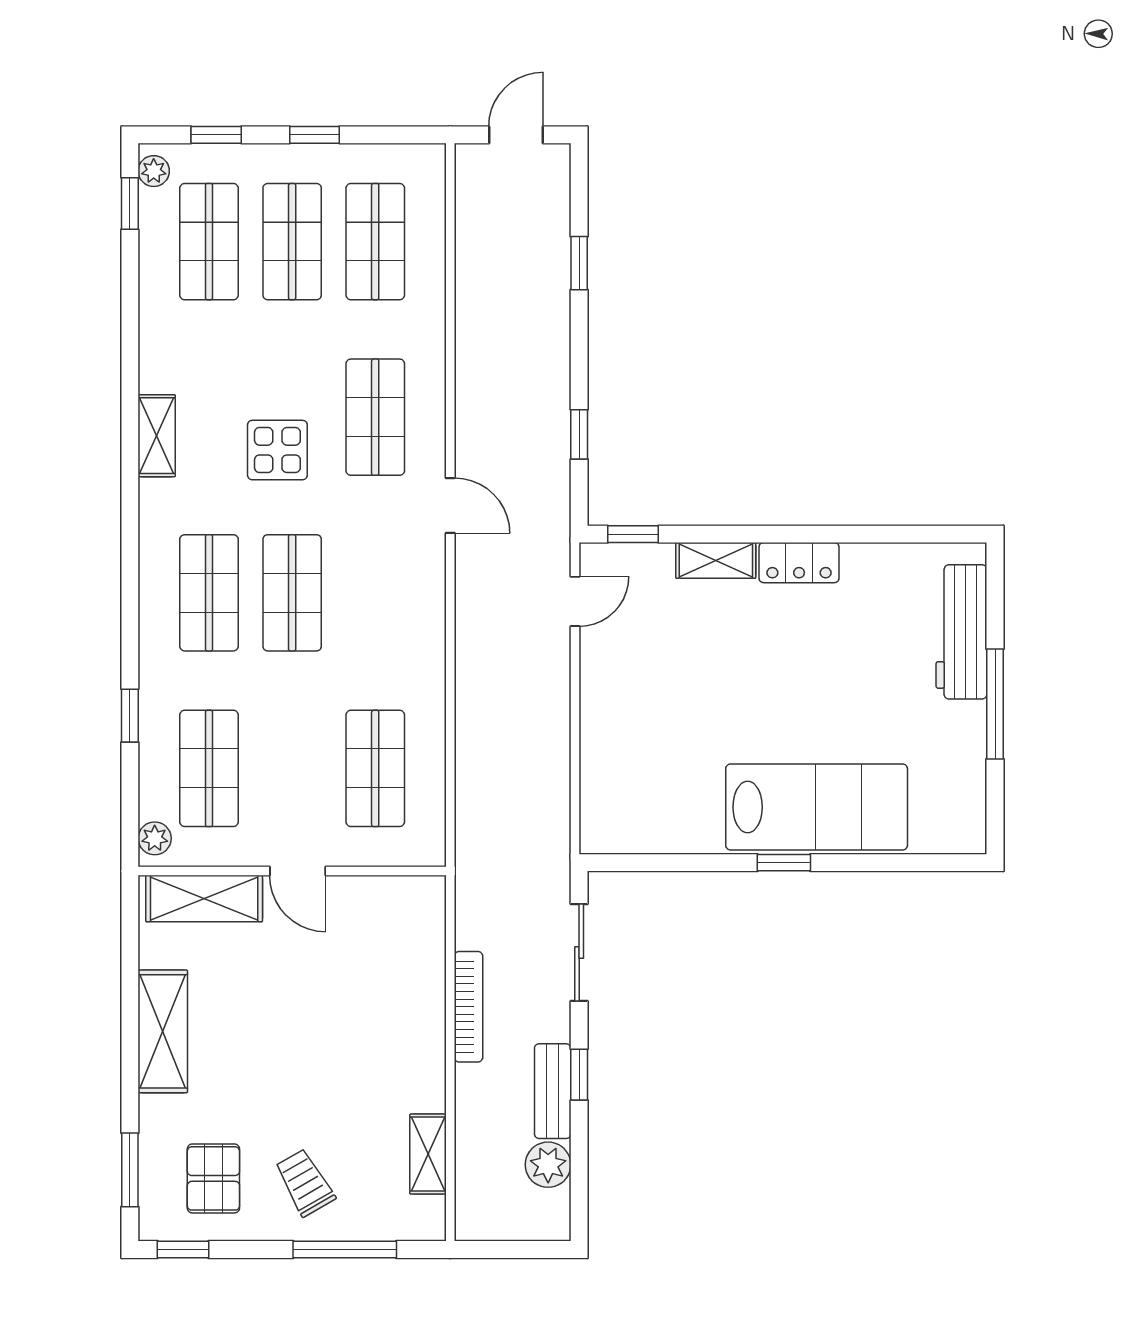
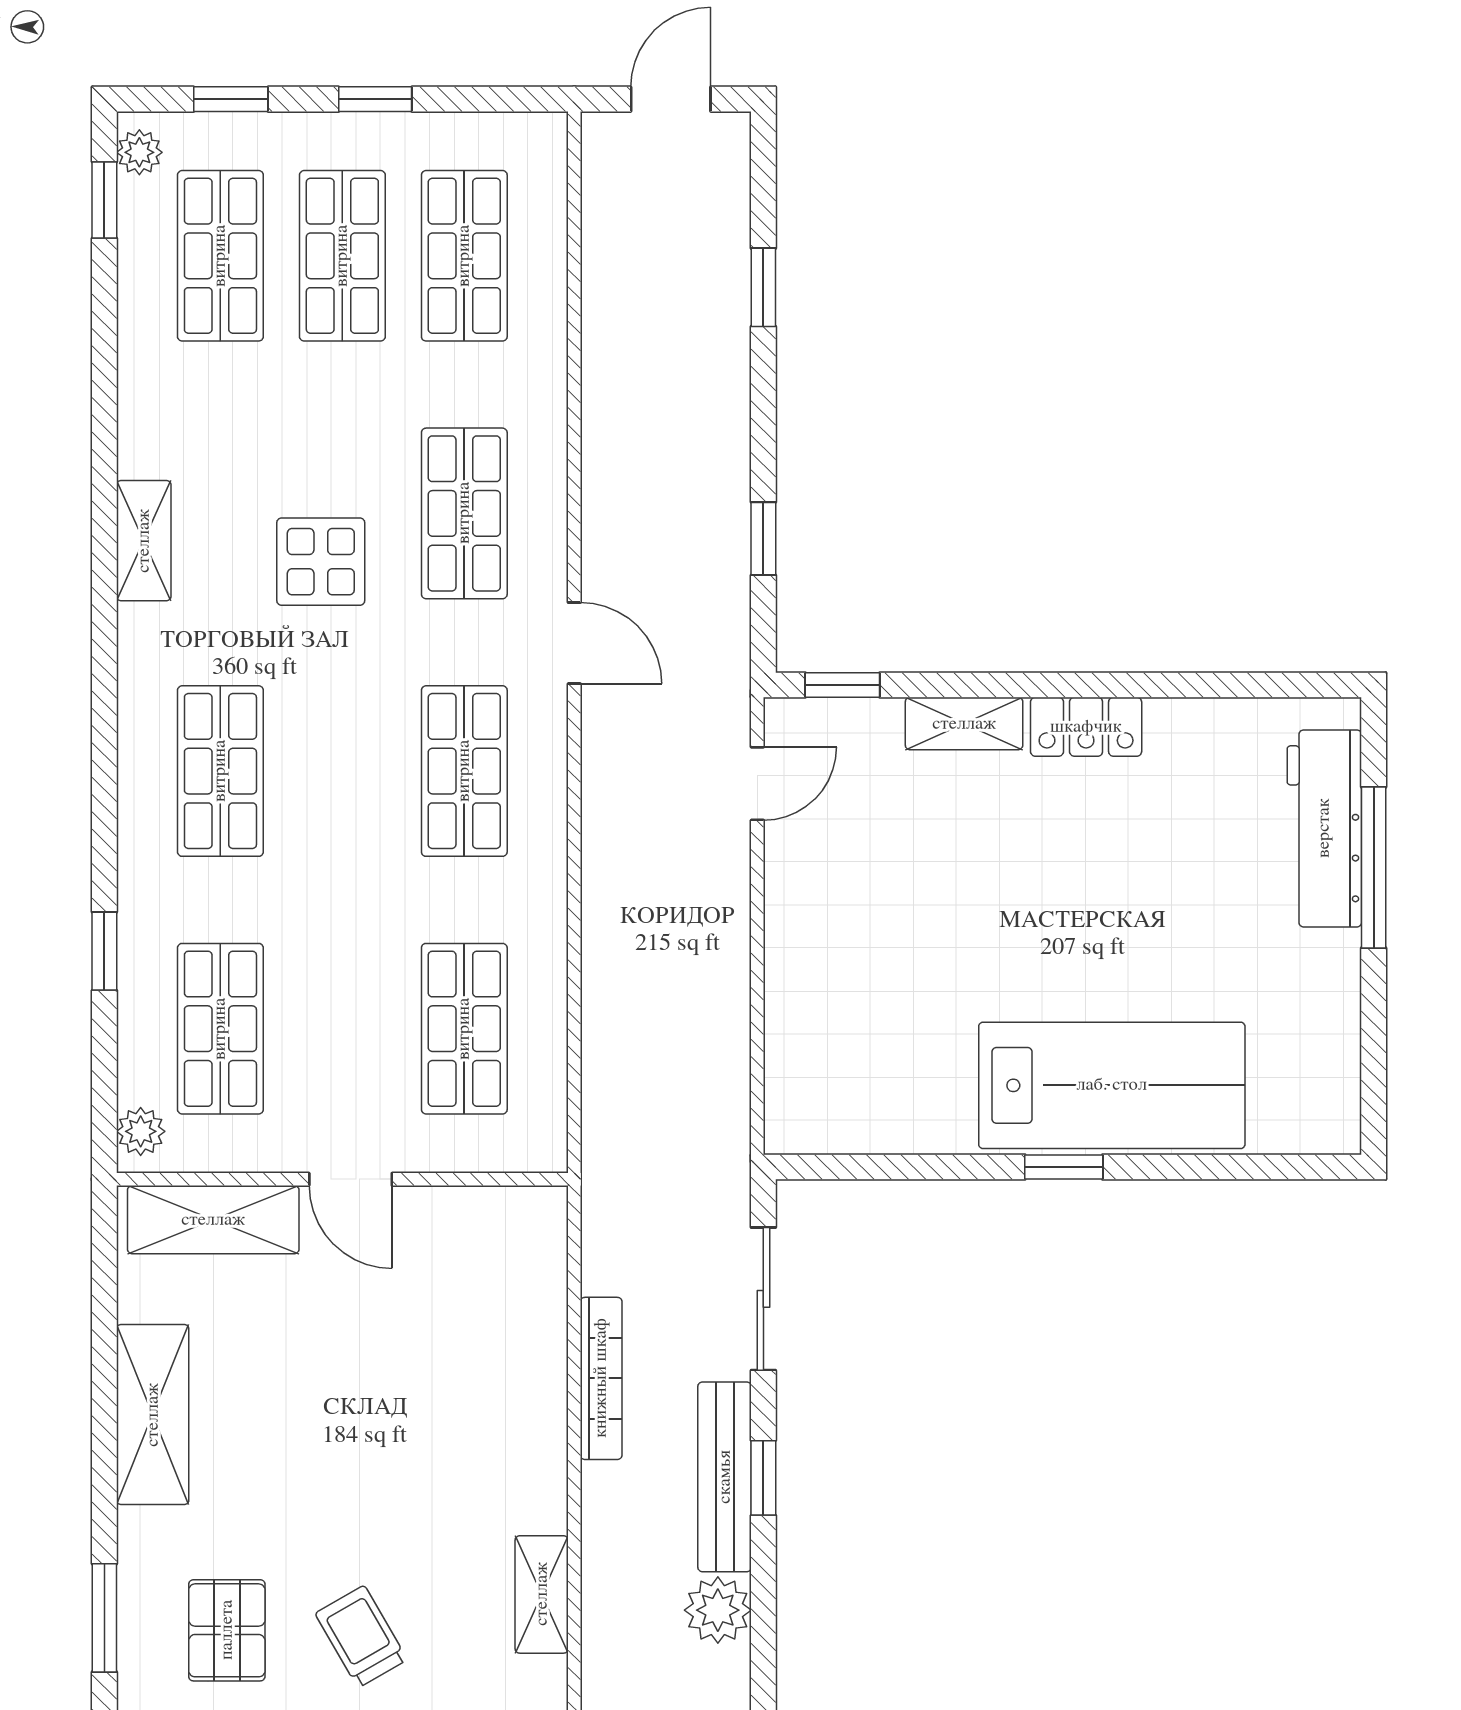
shop shelf: (292, 593) -> (464, 771), moved
window: (995, 704) -> (1374, 868), moved
bench: (553, 1091) -> (725, 1477), width x1.36

